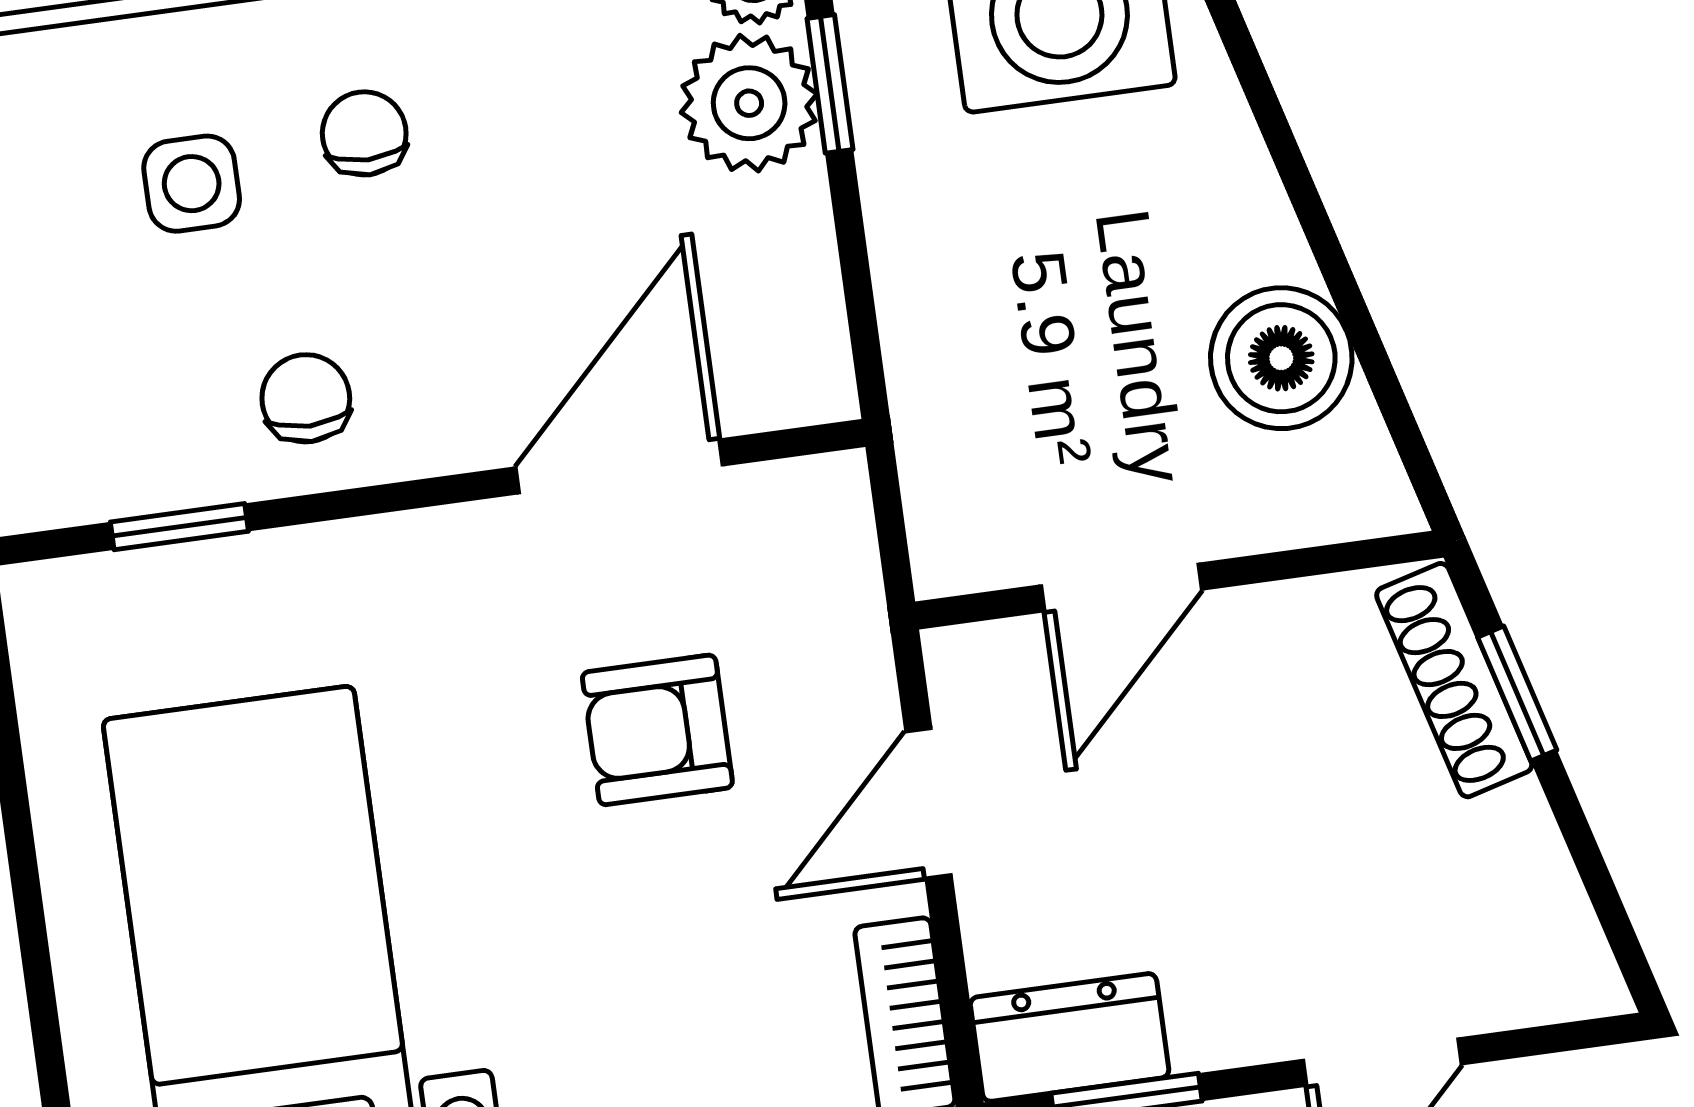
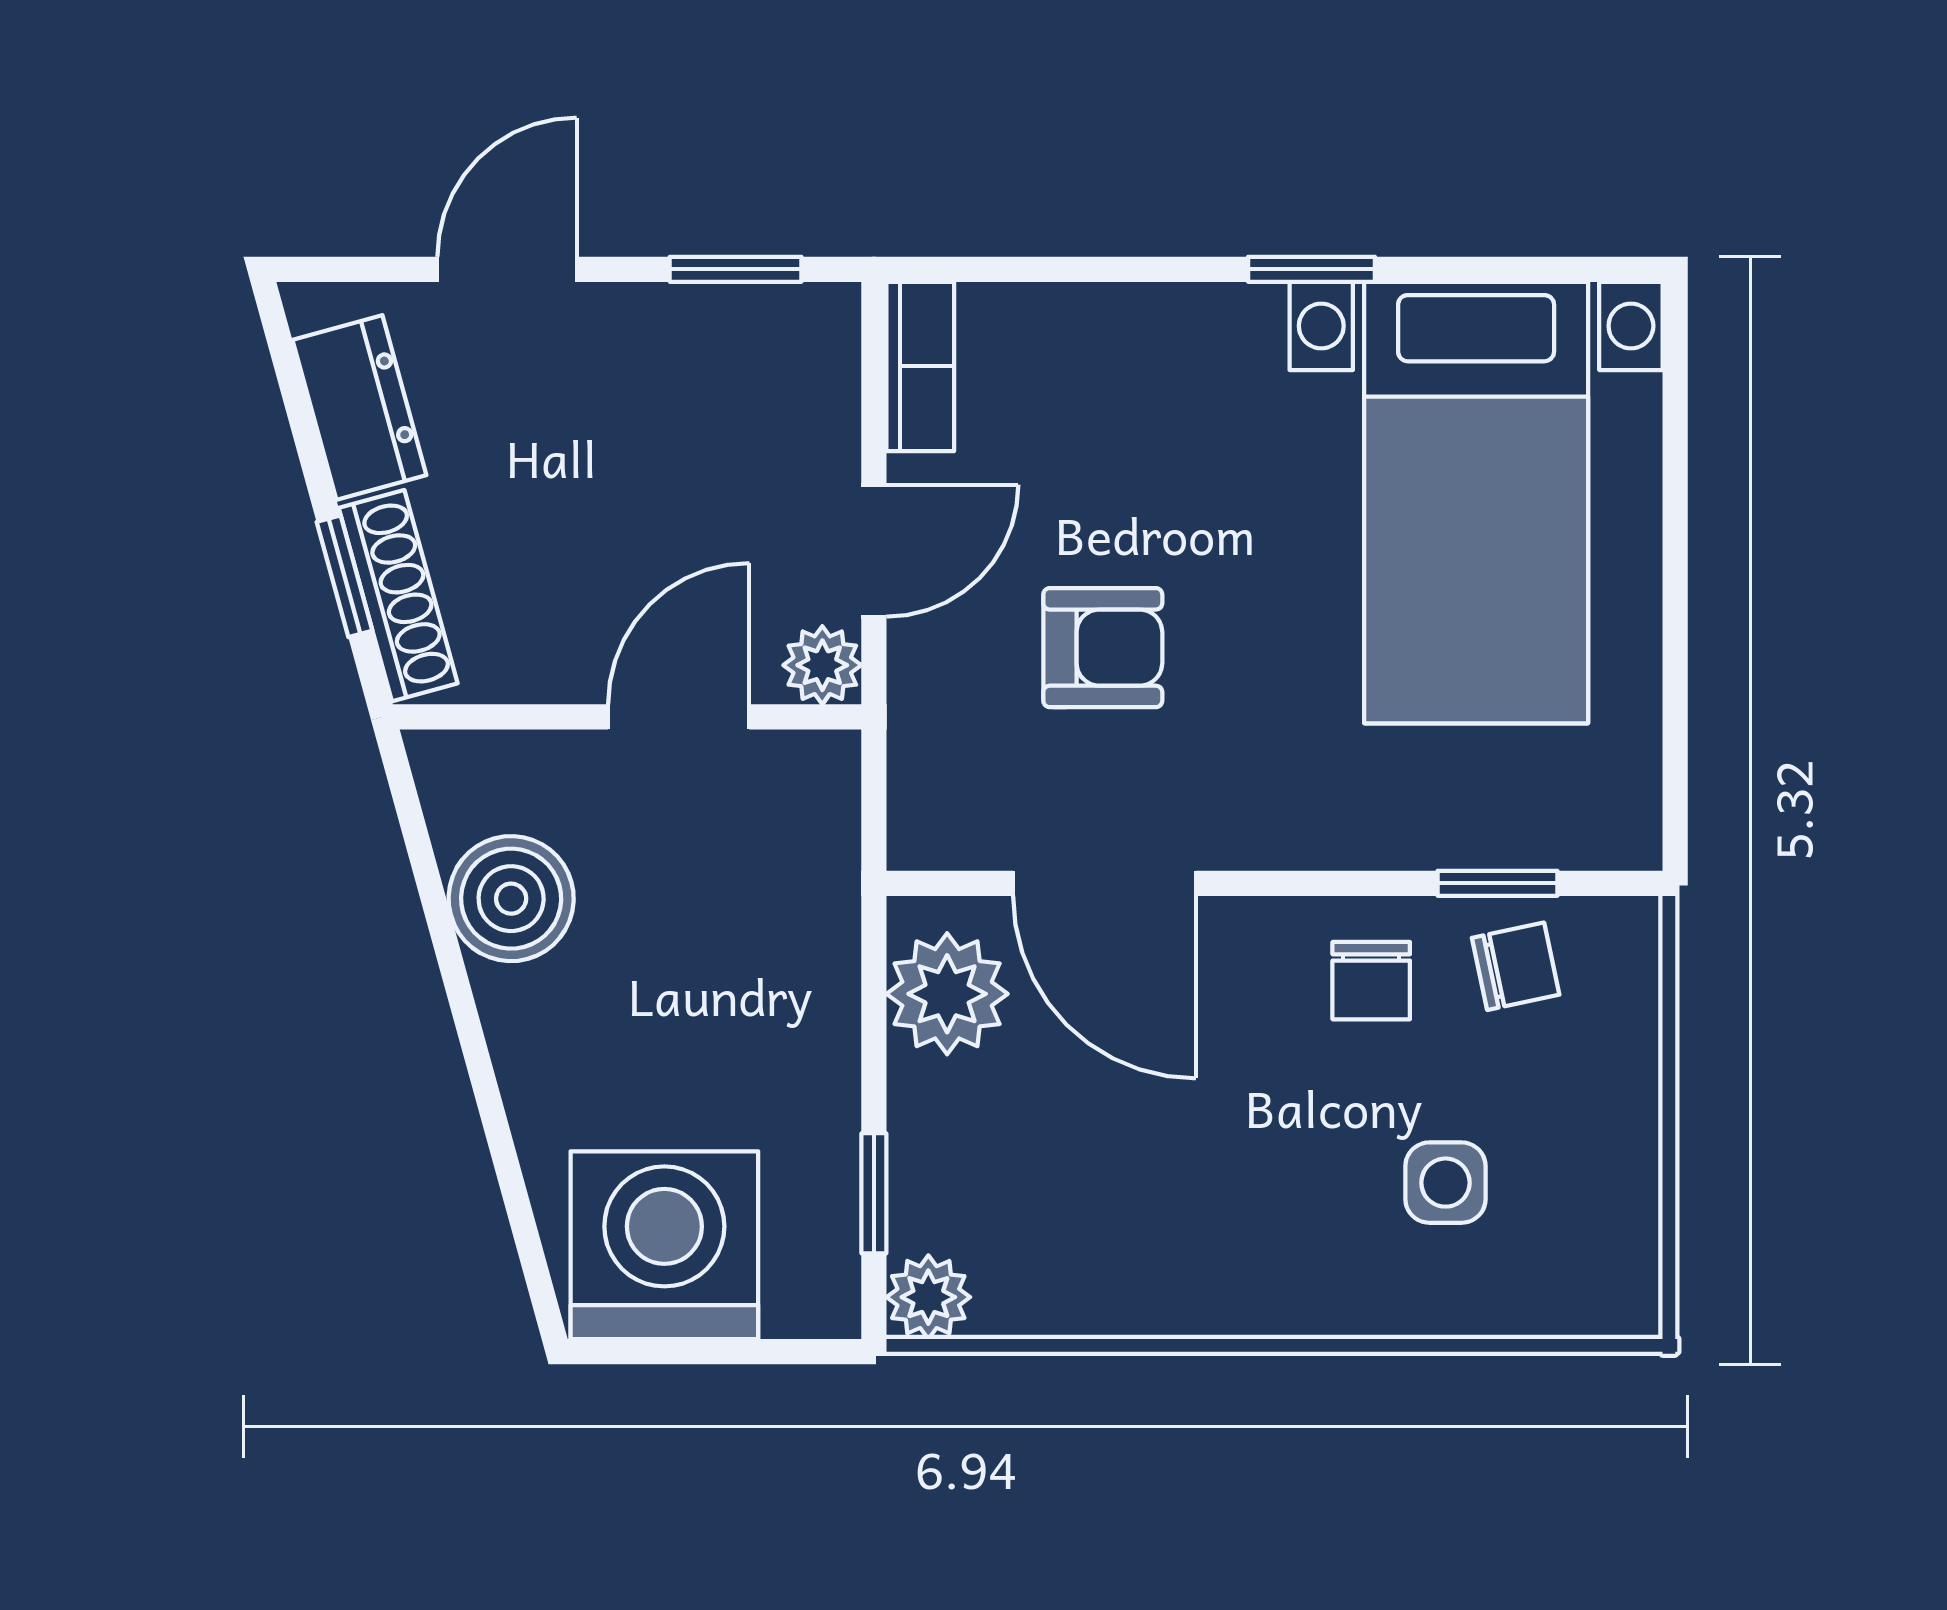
plant: (749, 103) -> (947, 994), moved
chair: (364, 133) -> (1516, 966), moved, turned -102
door: (619, 466) -> (1105, 883), hinge flipped
plant: (969, 667) -> (822, 665), added
dresser: (1070, 1037) -> (359, 407), moved, turned -105

